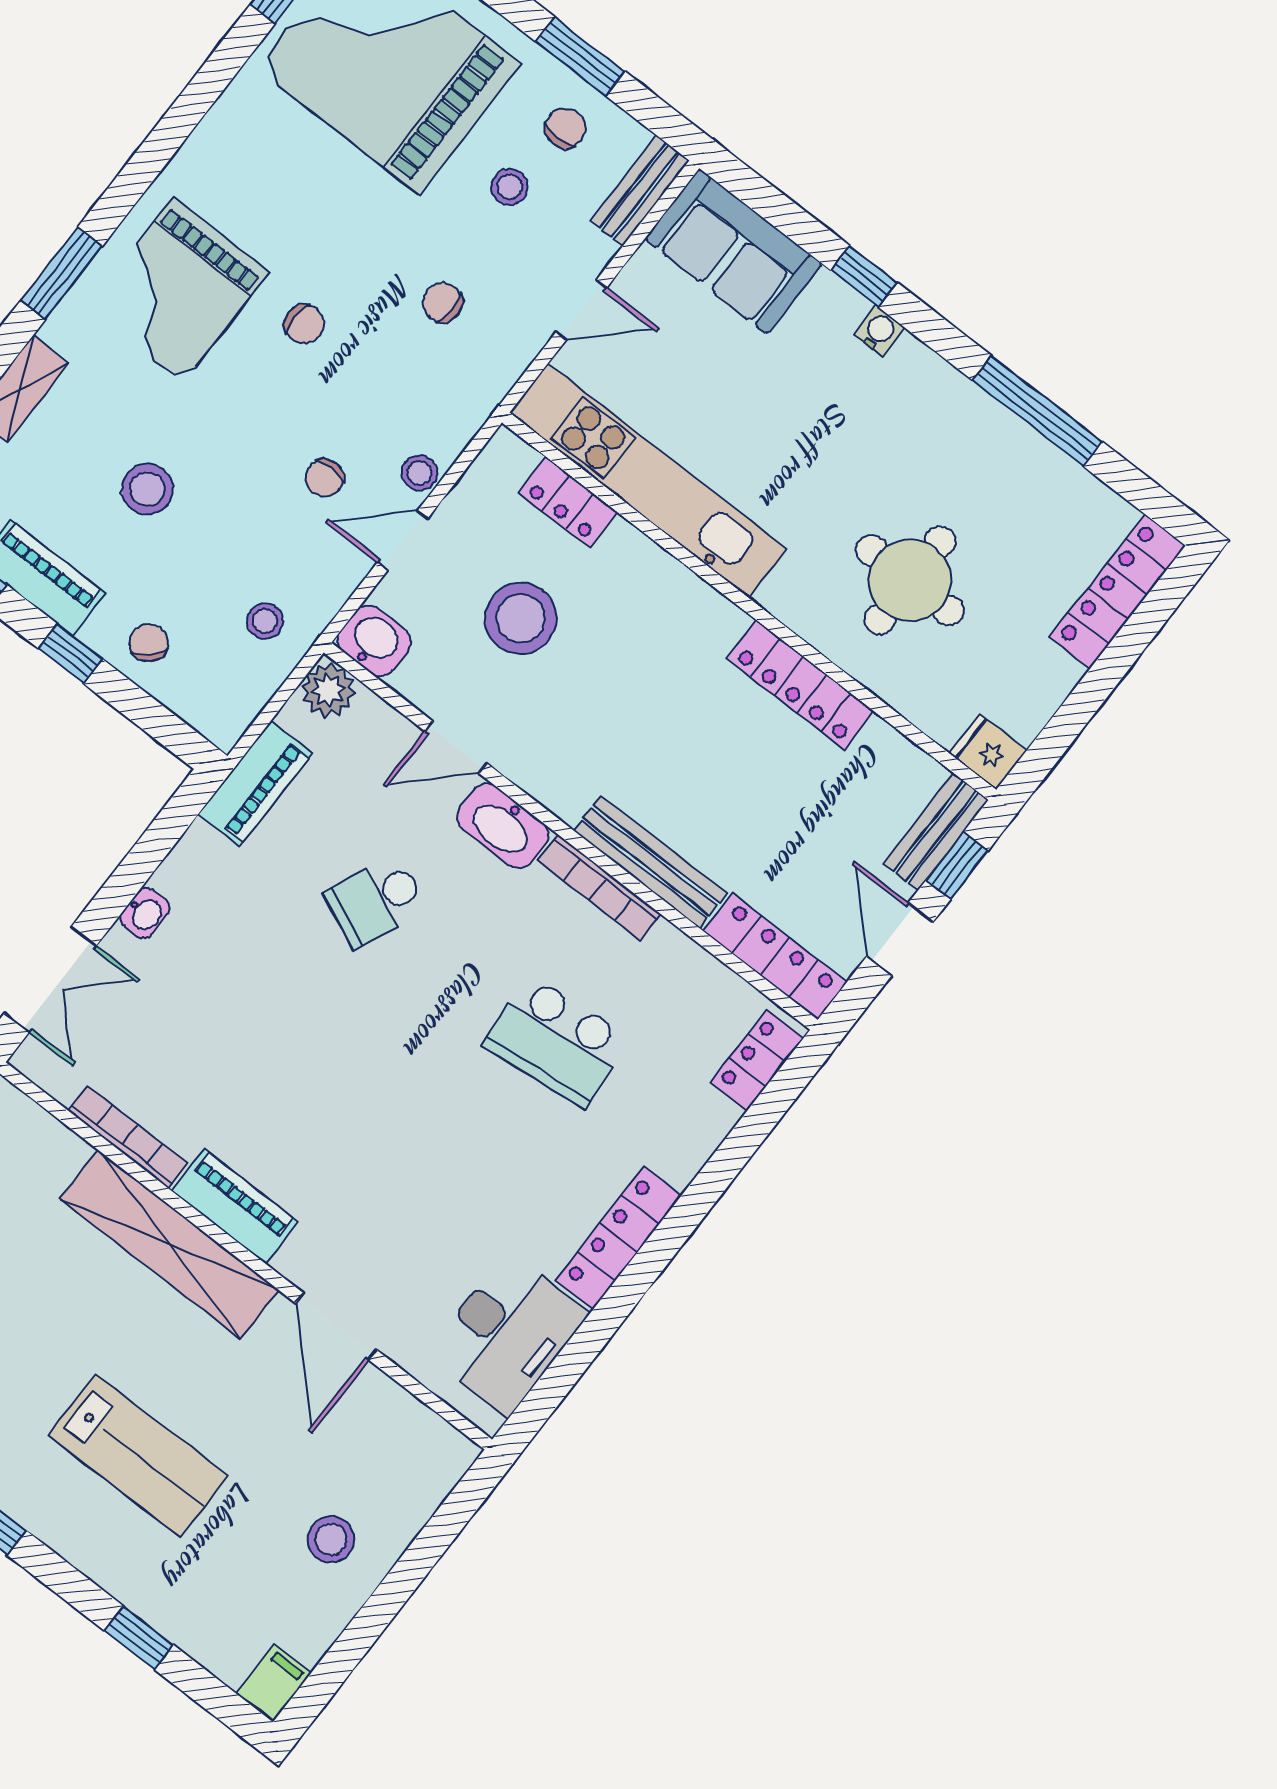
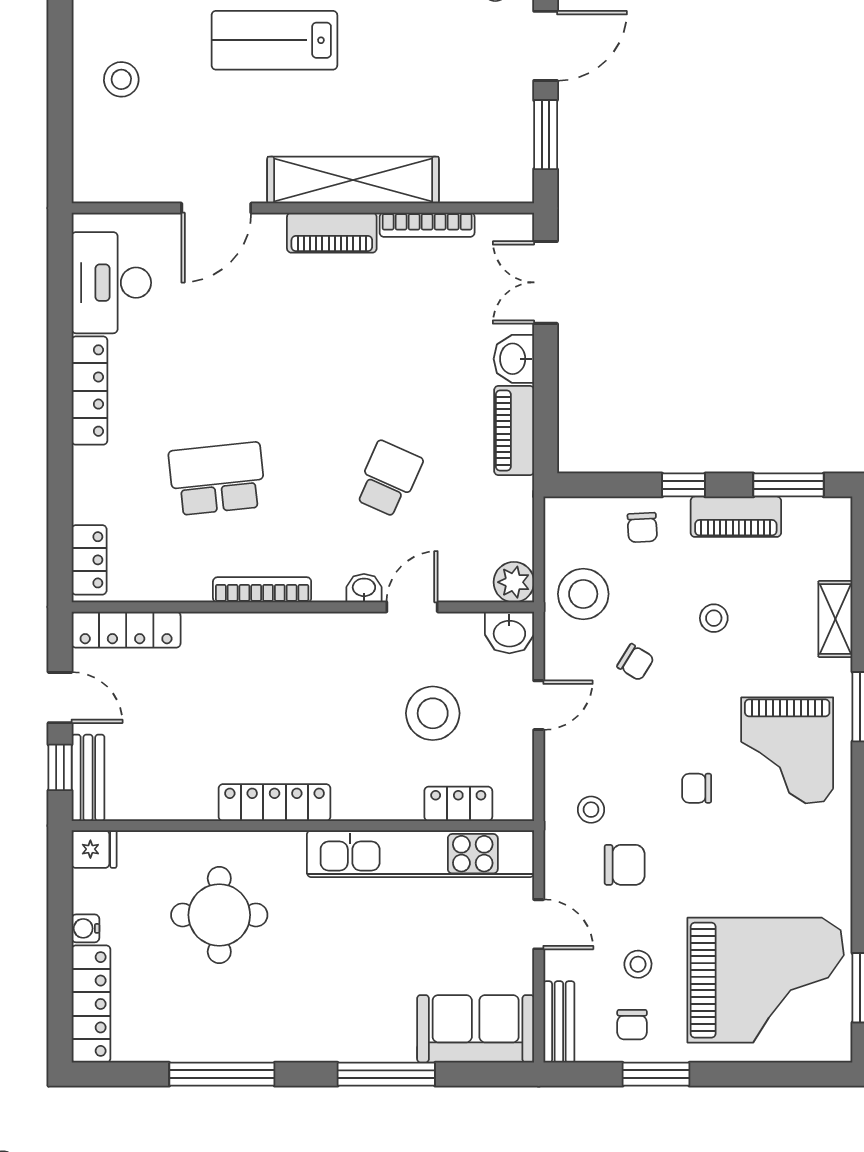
window: (864, 277) -> (386, 1074), width x2.17
grand piano: (178, 290) -> (787, 750), turned 180
chair: (443, 302) -> (625, 865), width x1.37, depth x1.37
door: (581, 310) -> (539, 924), swing flipped
water cooler: (879, 331) -> (85, 928), moved, turned 90
stool: (419, 473) -> (591, 810), moved
chair: (324, 478) -> (636, 662), moved, turned 122
stool: (147, 489) -> (714, 618), width x0.73, depth x0.73
stool: (265, 621) -> (583, 594), width x1.89, depth x1.89
chair: (149, 643) -> (642, 527), turned 42
locker: (800, 685) -> (275, 803), moved
piano: (255, 784) -> (514, 431), moved
washbasin: (503, 826) -> (364, 588), width x0.52, depth x0.69
bench: (650, 862) -> (244, 628), removed
washbasin: (145, 913) -> (514, 359), width x1.38, depth x1.45
door: (336, 1326) -> (216, 208), swing flipped

